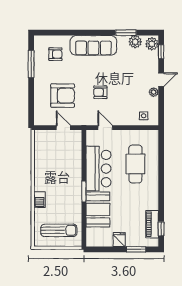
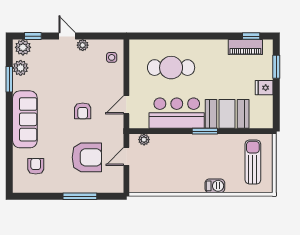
window: (31, 64) -> (80, 196), moved
armchair: (63, 96) -> (87, 157), turned 90
plant: (77, 142) -> (144, 140), added

